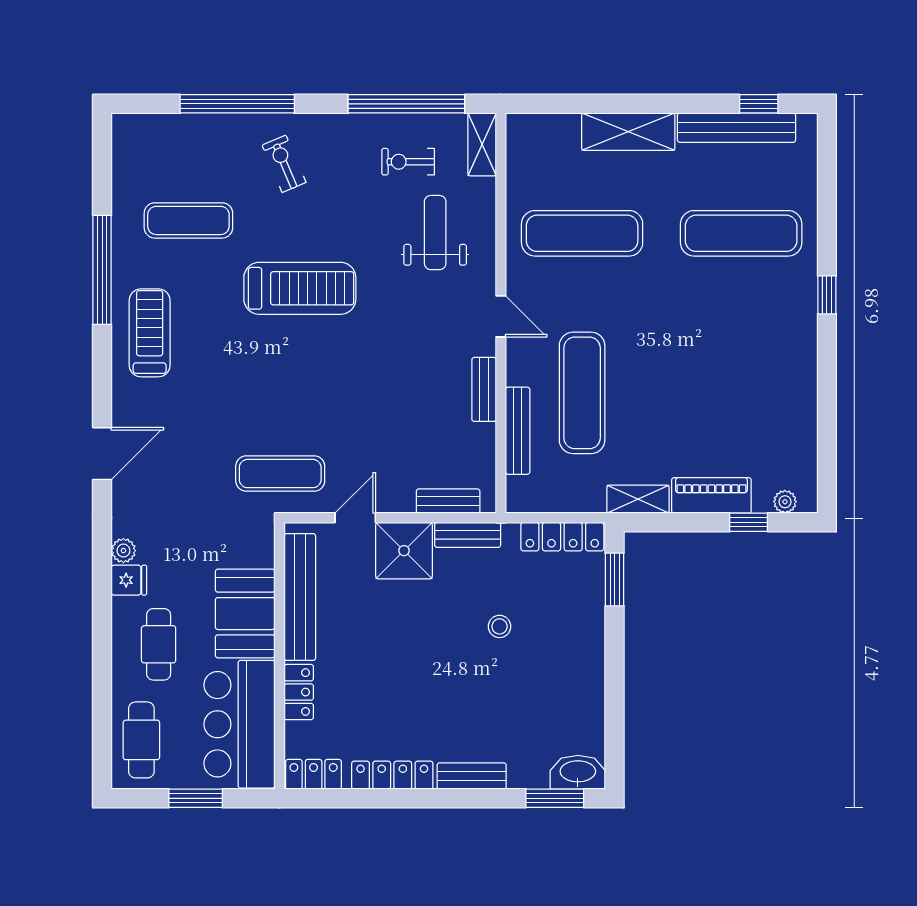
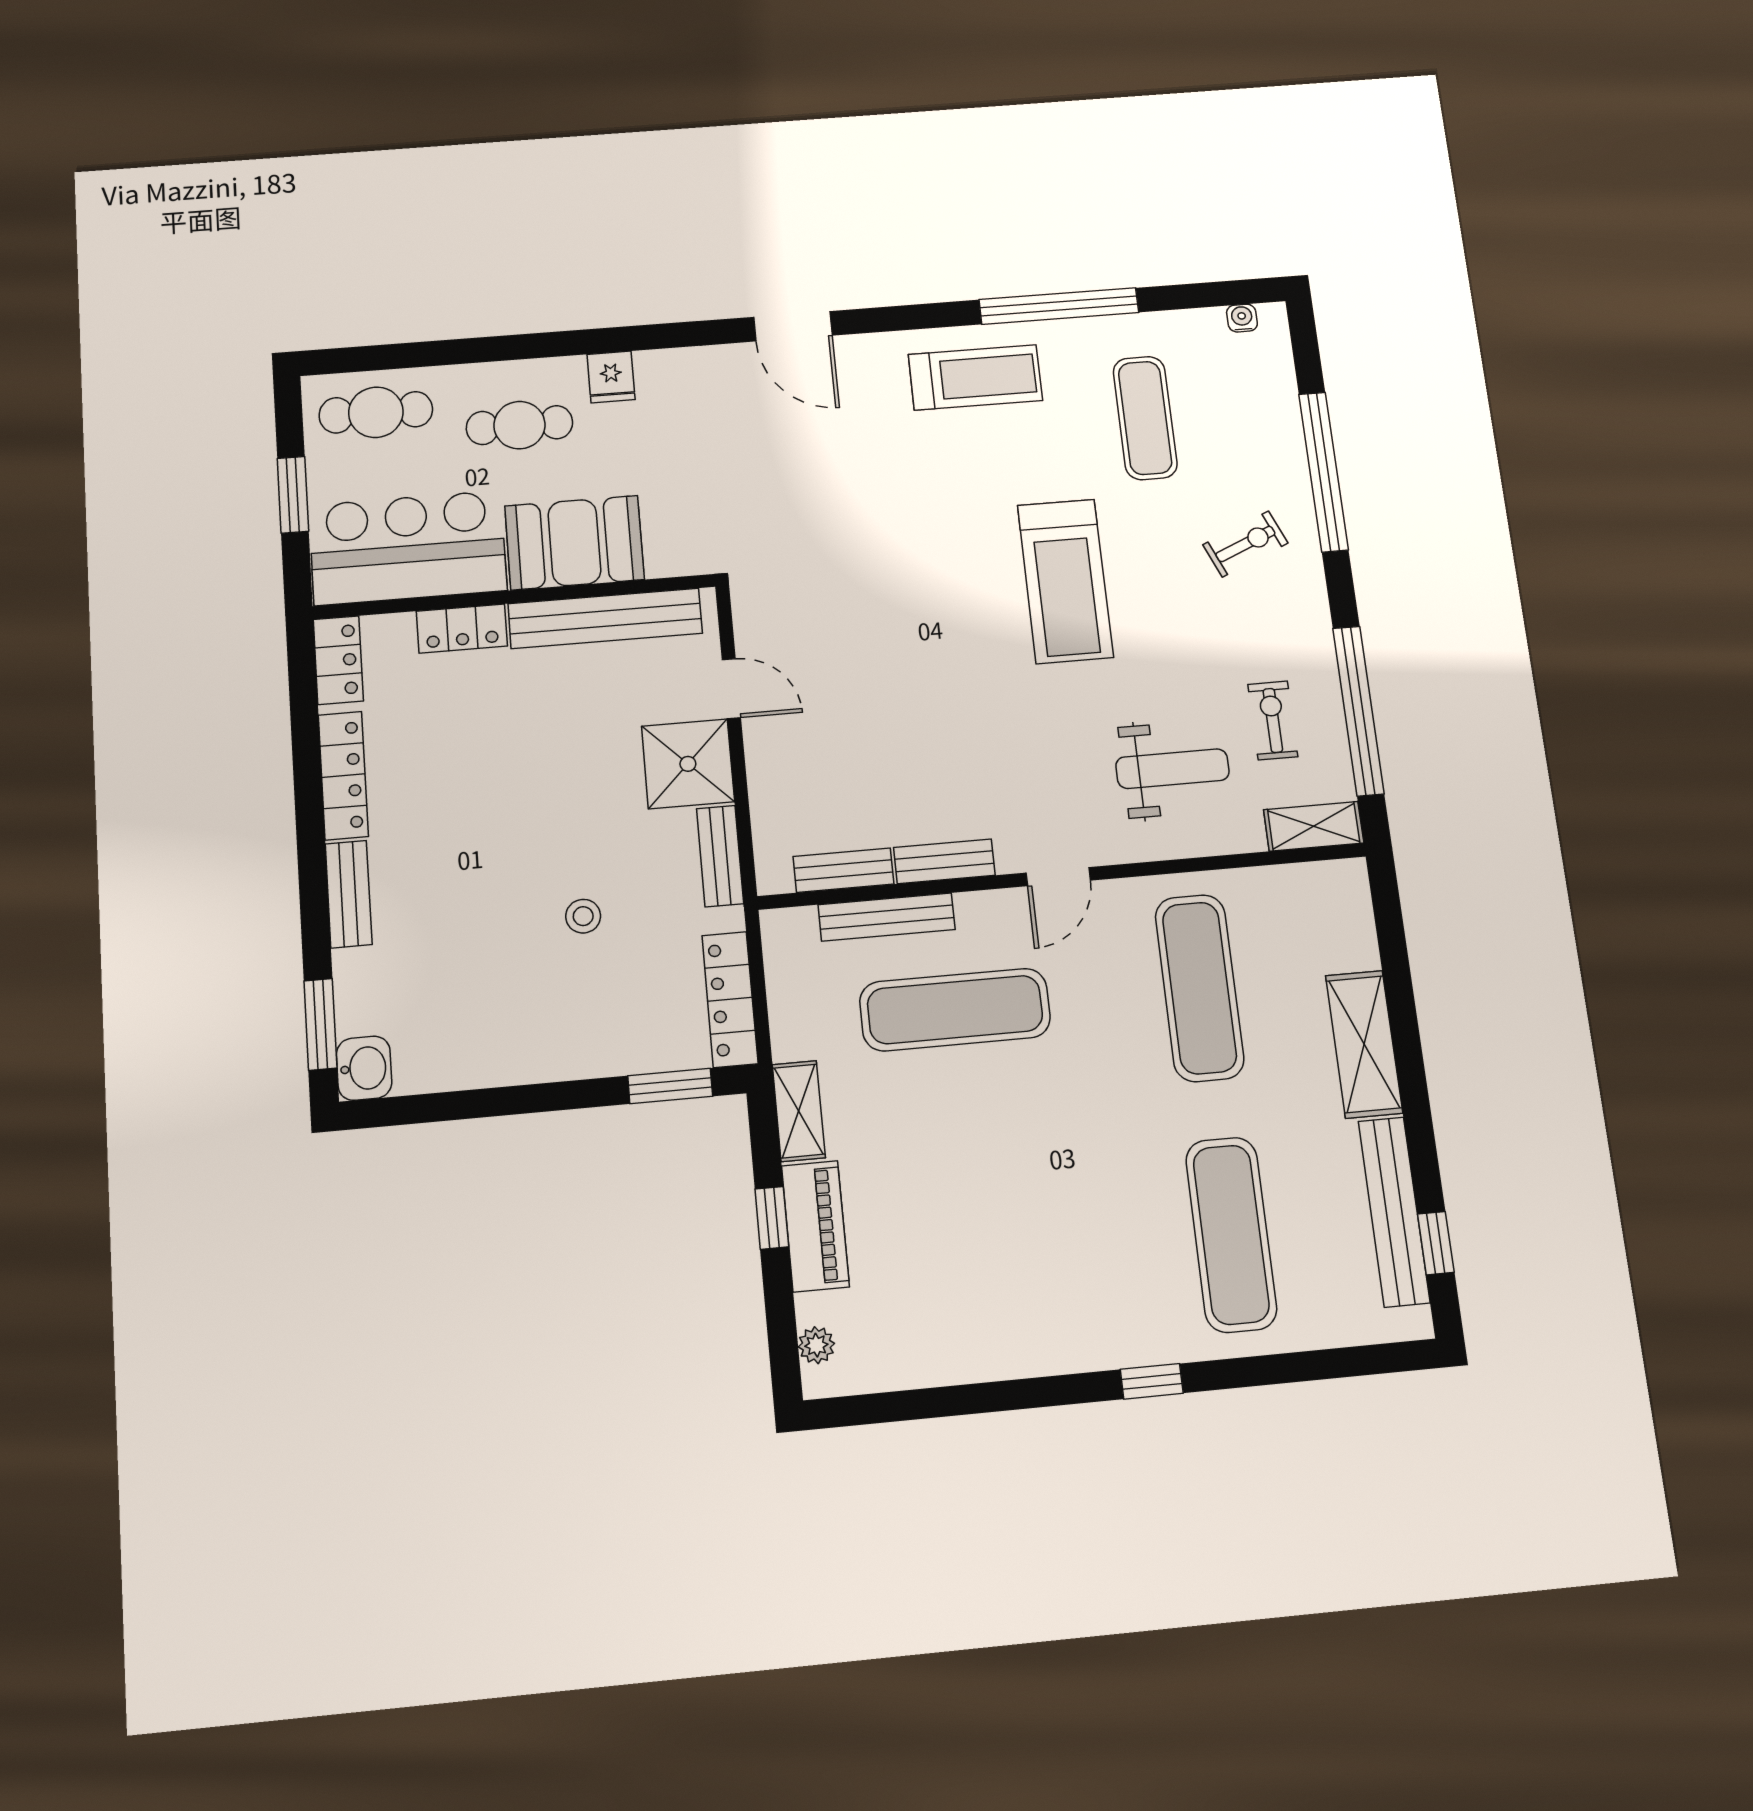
water cooler: (121, 145) -> (1242, 318), added
exercise mat: (280, 474) -> (788, 576), removed
bench: (448, 501) -> (843, 870), moved, turned 90
window: (749, 522) -> (772, 1218), moved
plant: (123, 551) -> (654, 366), removed
washbasin: (578, 772) -> (364, 1068), width x0.72

